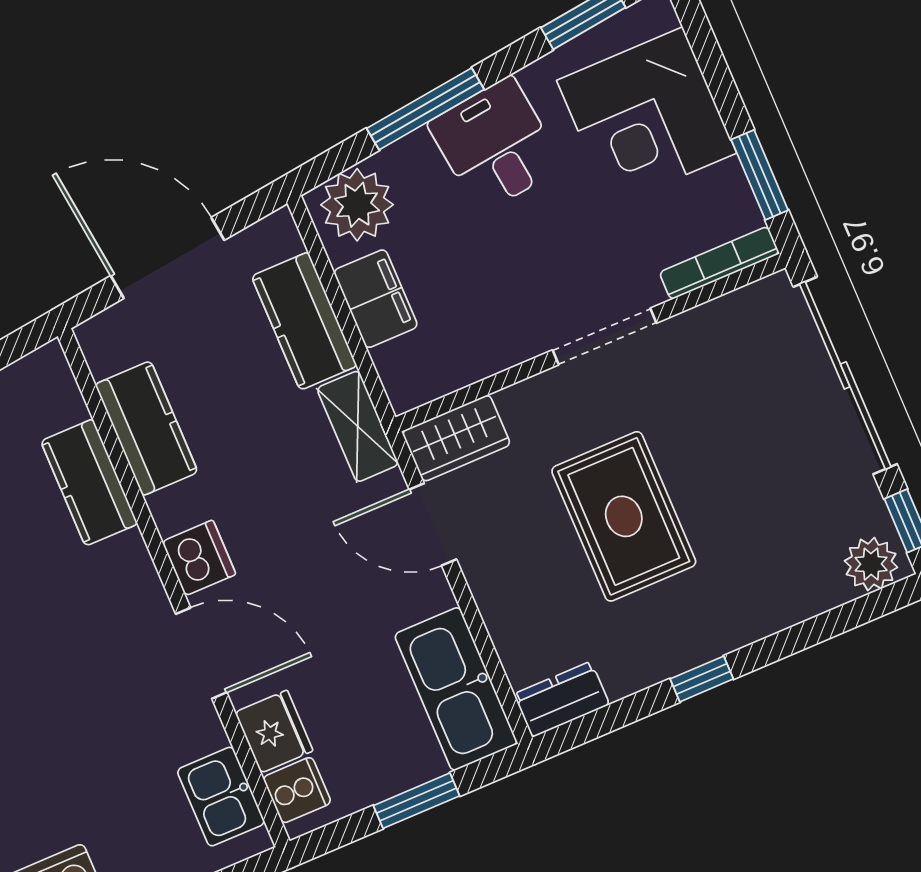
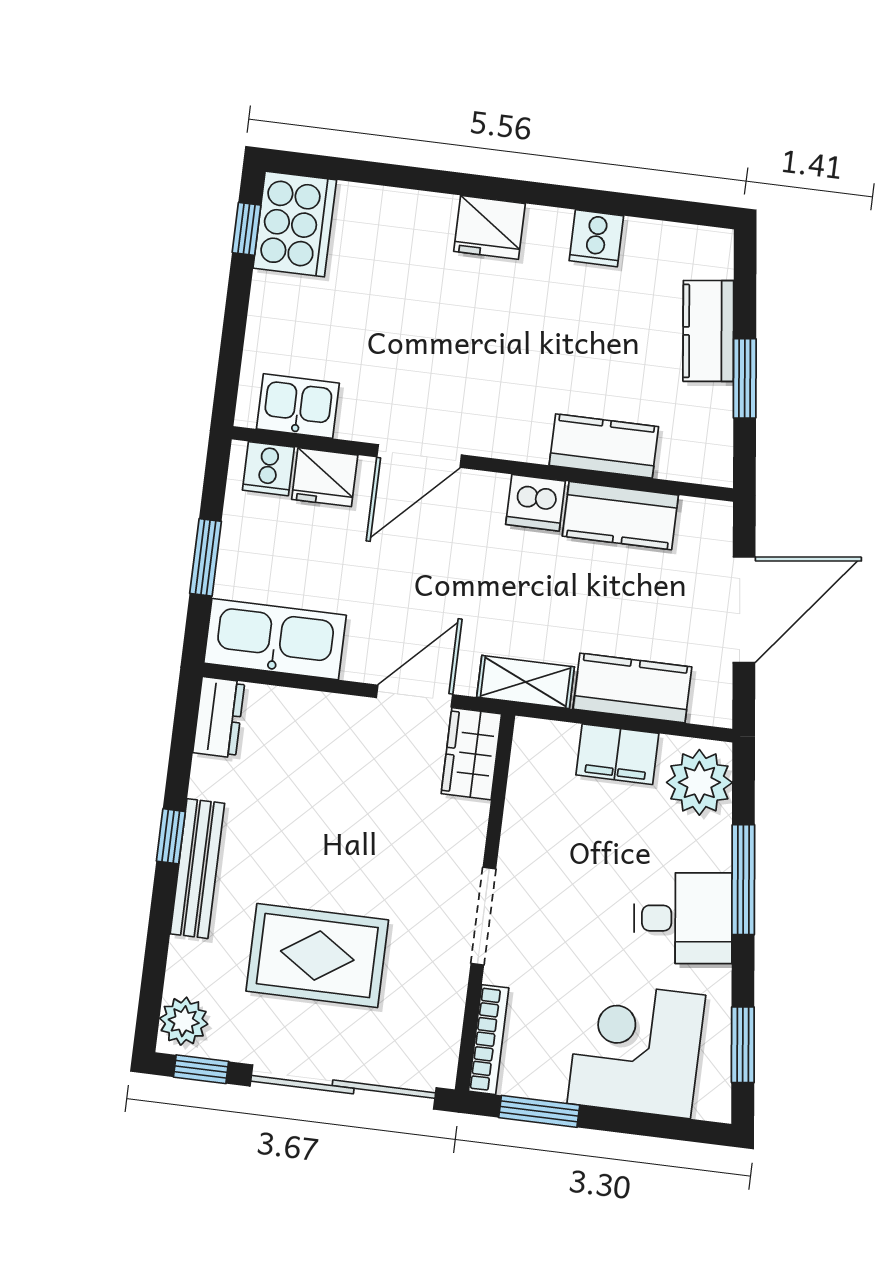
rug: (624, 516) -> (317, 956), moved
dishwasher: (199, 558) -> (536, 503), moved
bench: (718, 636) -> (197, 869), added

